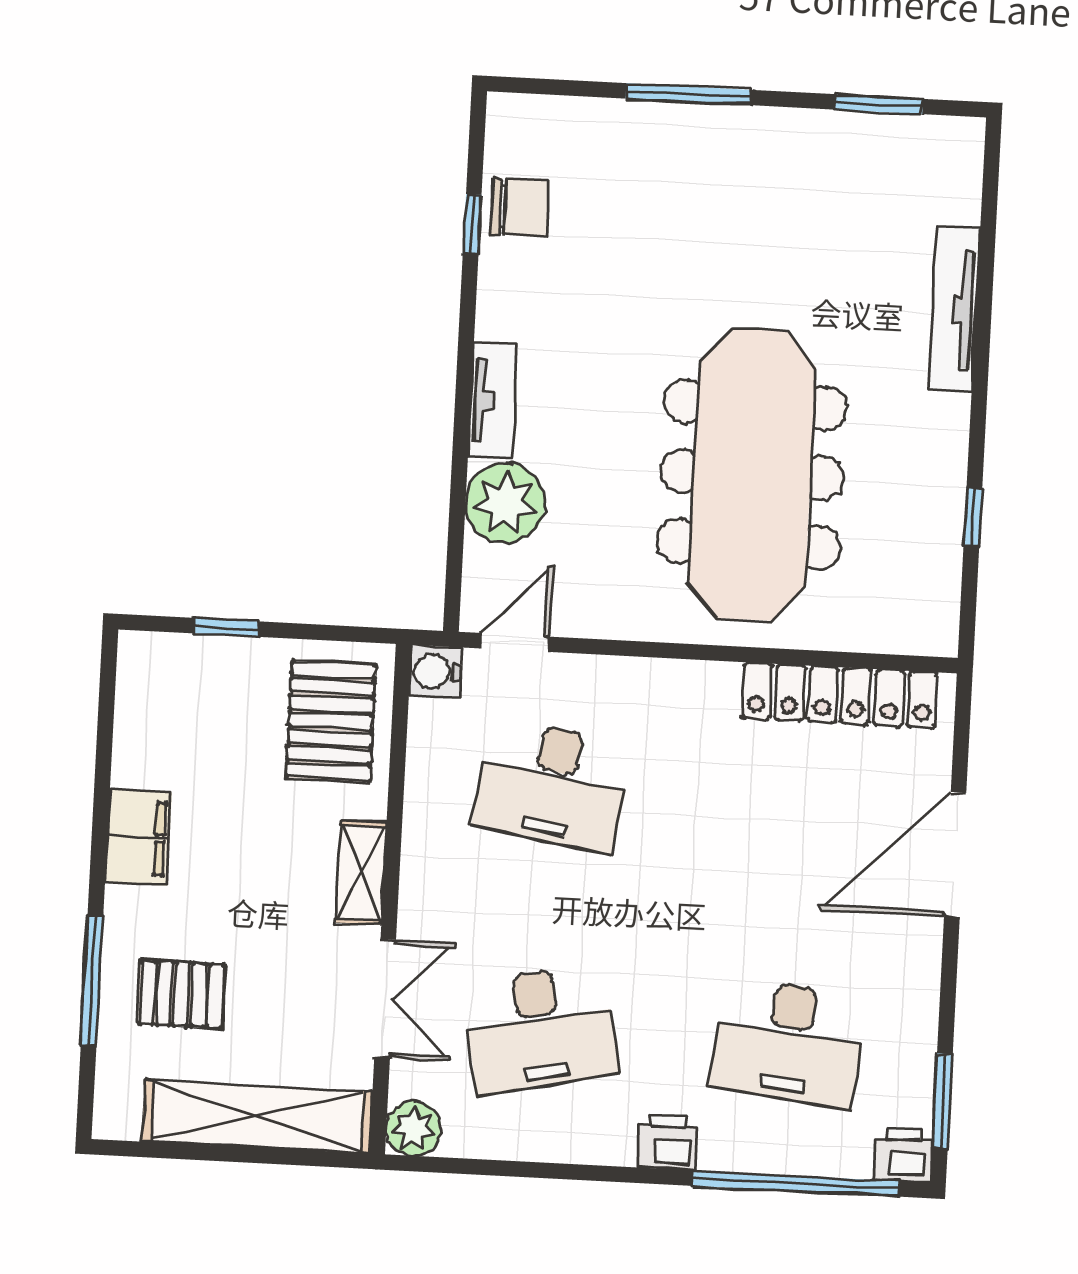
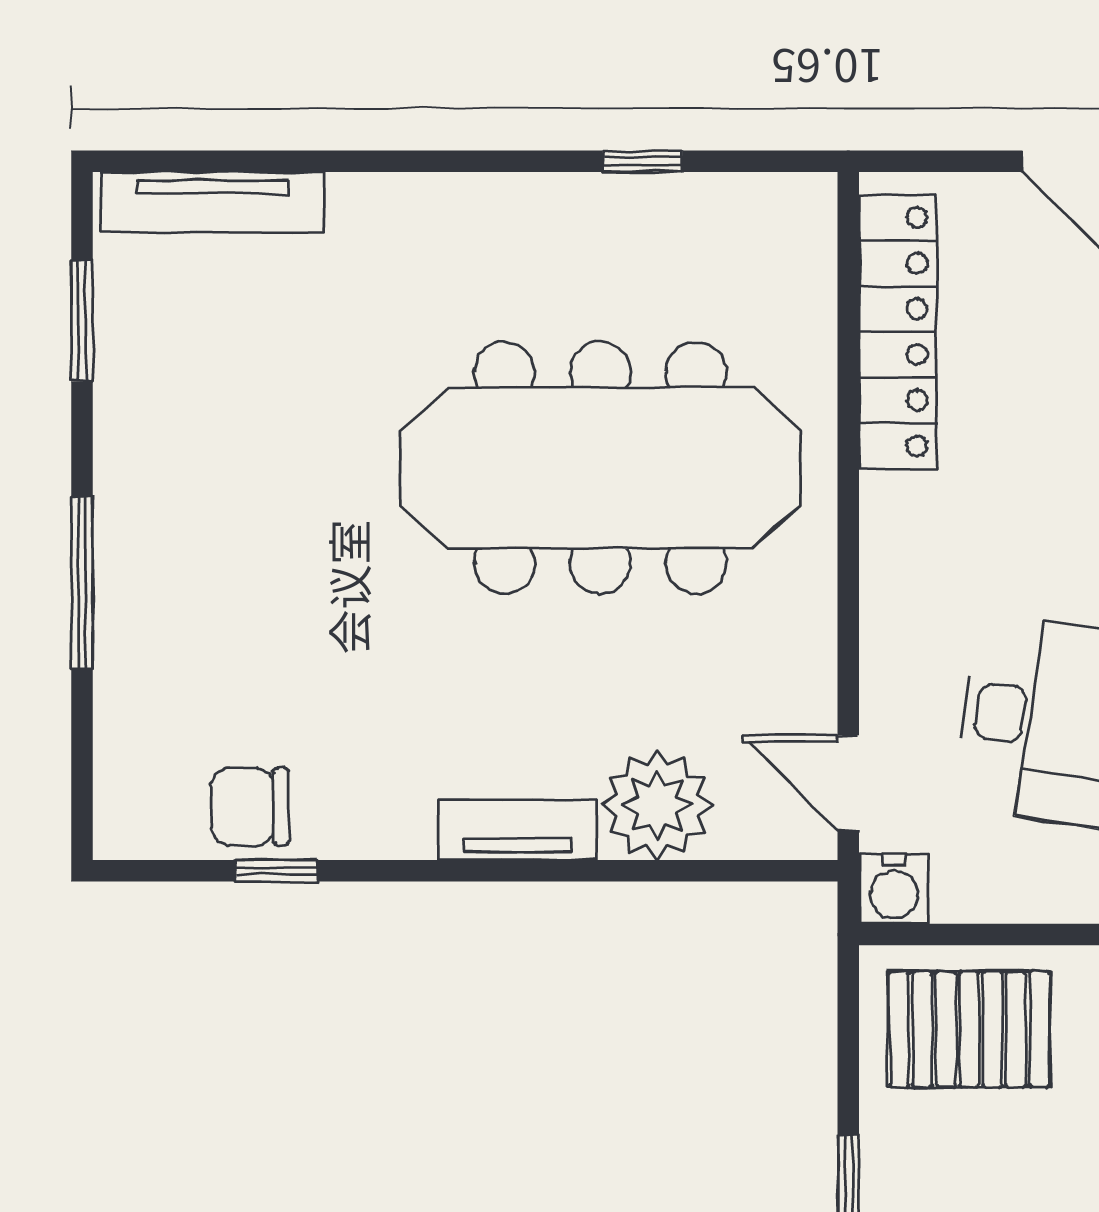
chair: (520, 207) -> (250, 807), turned -90
tv unit: (954, 309) -> (212, 202), moved

